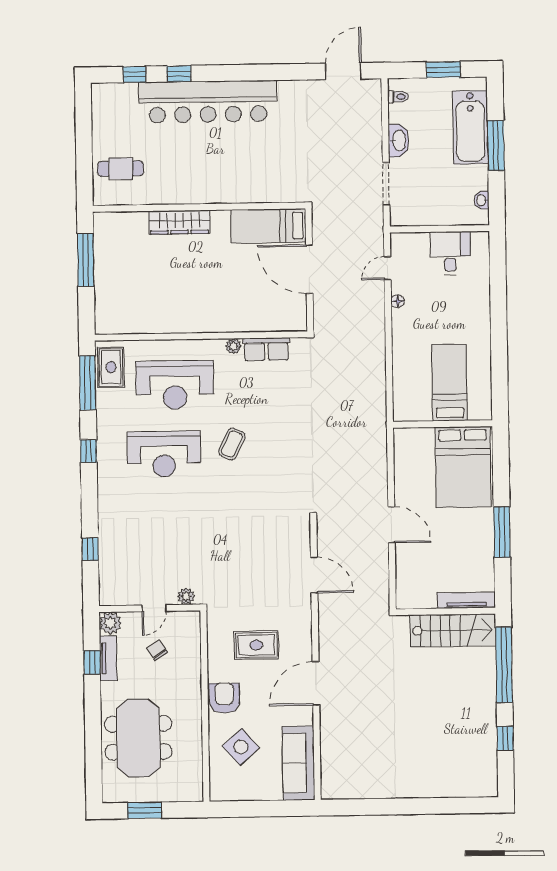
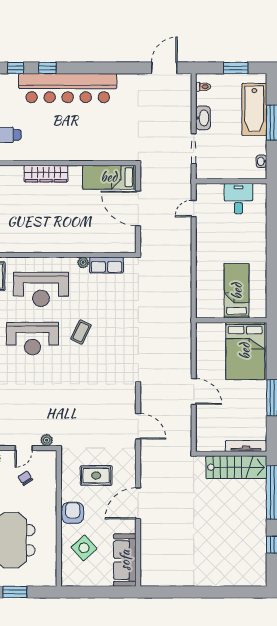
floor lamp: (397, 301) -> (200, 232), removed

